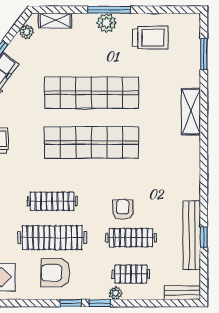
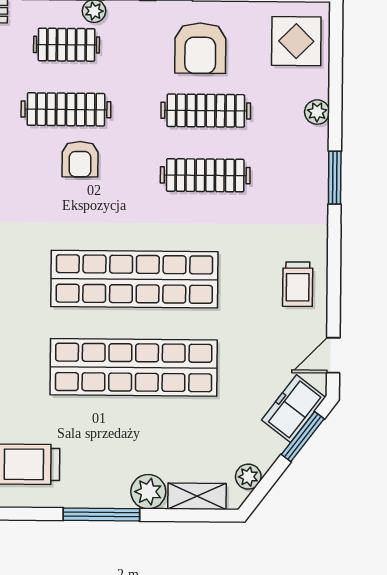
plant: (107, 23) -> (148, 492), moved
clothes rail: (52, 238) -> (206, 111), width x0.73, depth x0.76
armchair: (56, 273) -> (200, 48), turned 90

